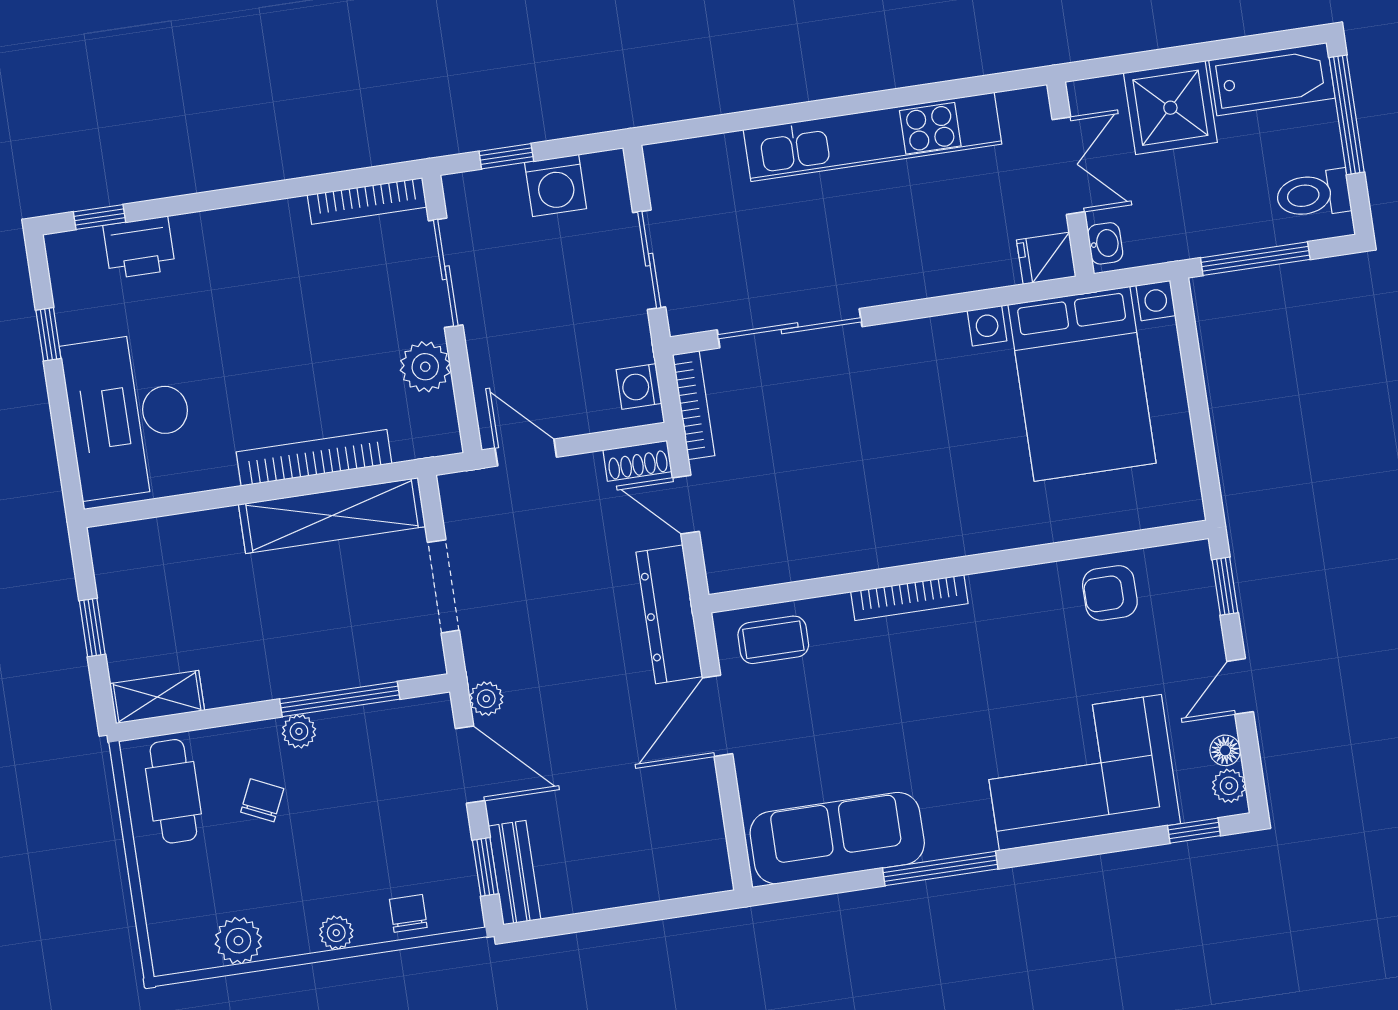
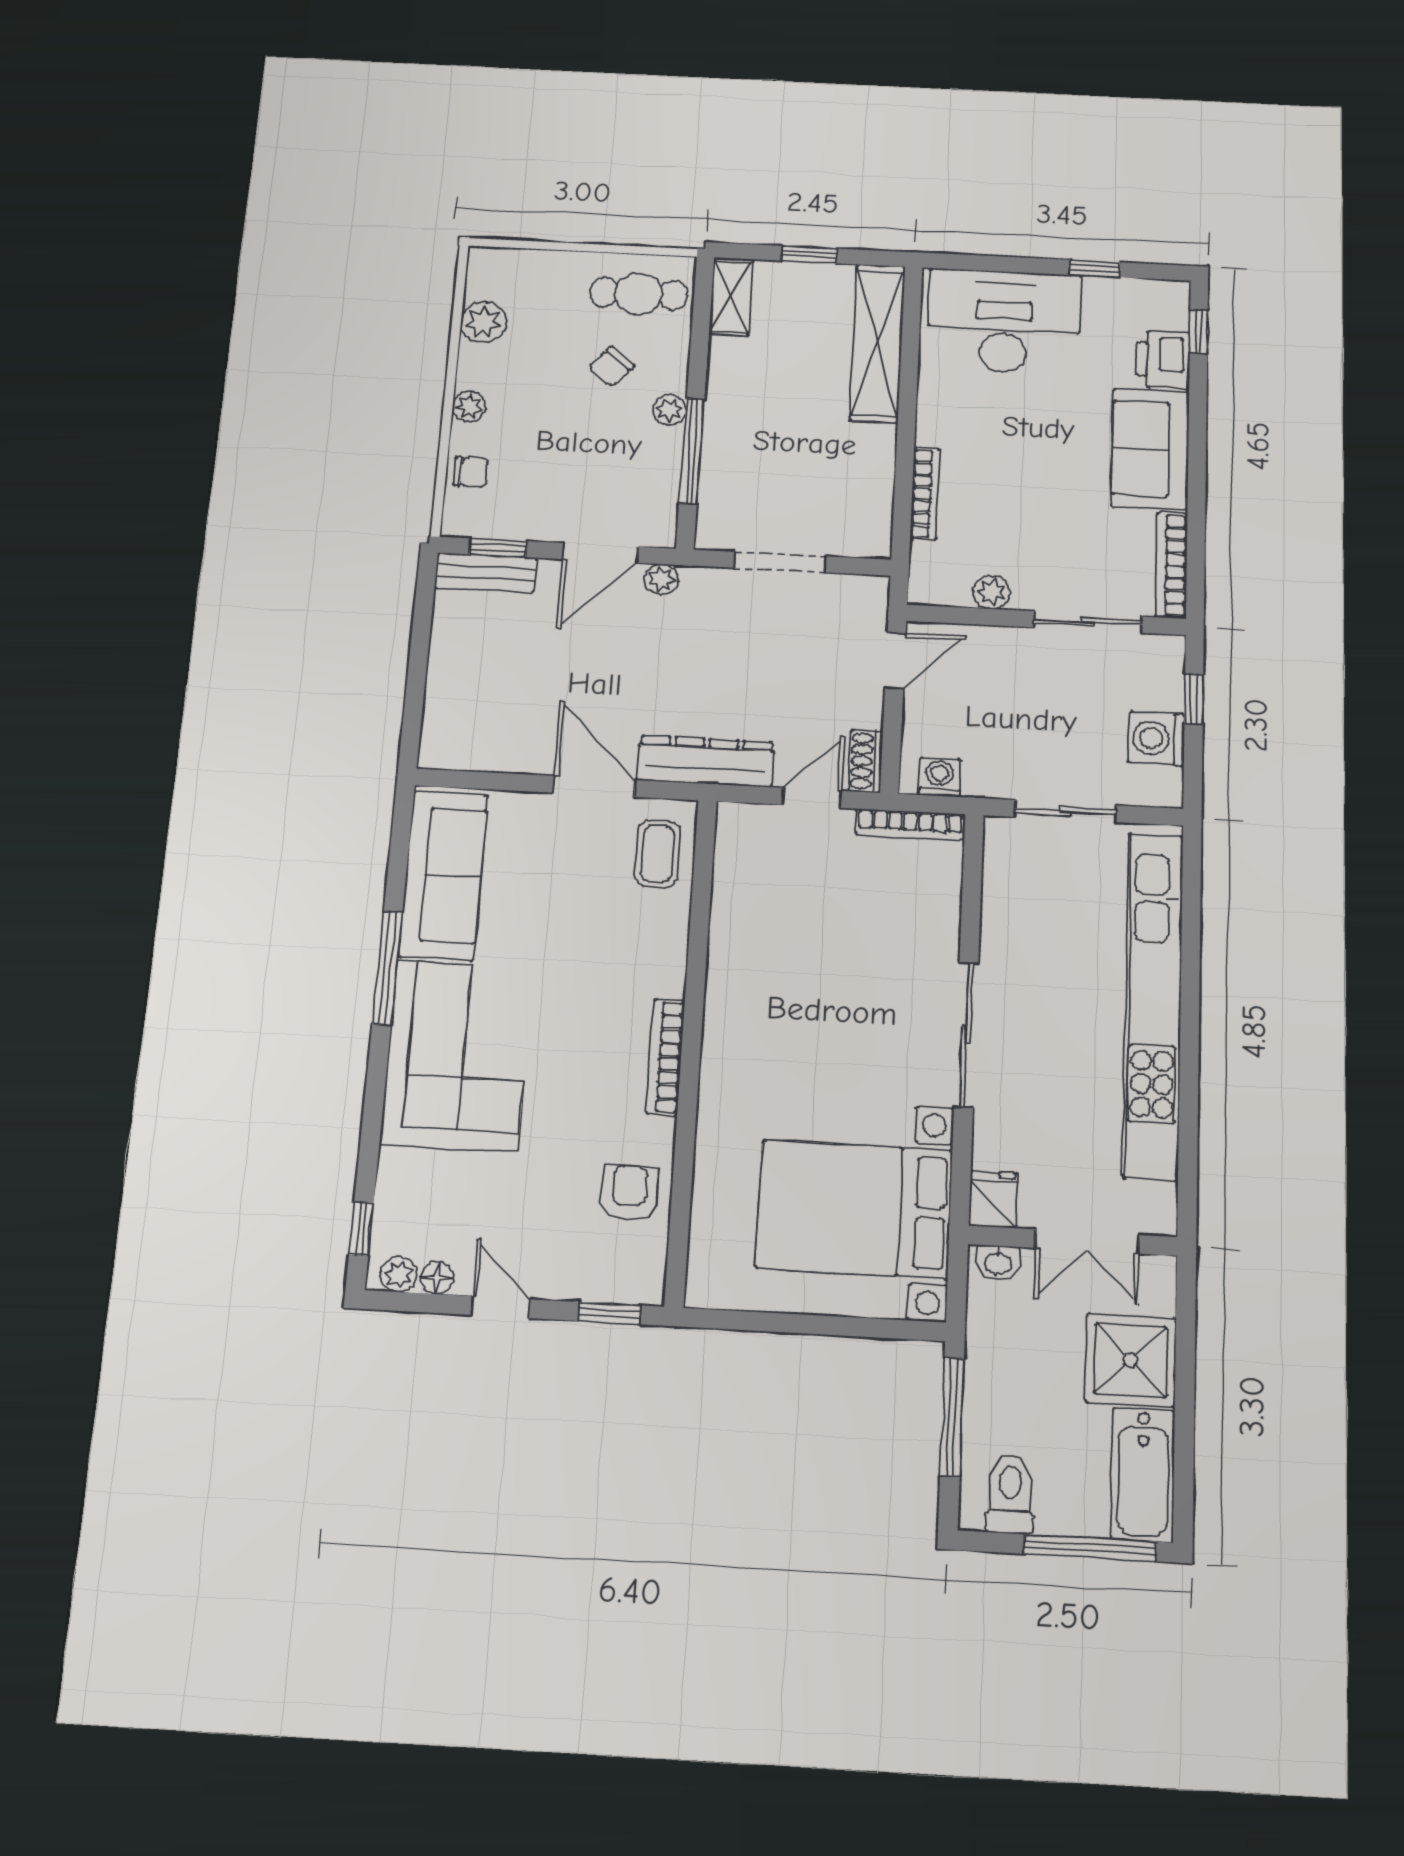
kitchen unit: (873, 137) -> (1153, 1004), width x1.36
sofa: (243, 244) -> (1150, 449), added
sliding door: (790, 328) -> (966, 1035), moved
plant: (425, 367) -> (992, 592), width x0.73, depth x0.73
bookcase: (314, 458) -> (925, 494), width x0.68, depth x0.76
shelving: (332, 516) -> (877, 343), moved
bookcase: (909, 598) -> (666, 1057), moved
corner sofa: (1080, 773) -> (457, 1055), moved
chair: (262, 800) -> (611, 367), turned 105

